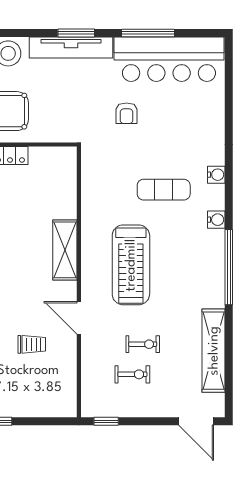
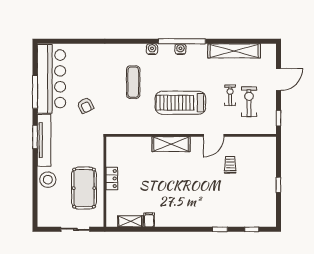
armchair: (127, 113) -> (85, 105), turned 63
water cooler: (216, 175) -> (180, 49), moved
treadmill: (131, 265) -> (180, 103), turned 180
exercise bike: (132, 374) -> (249, 102), width x1.38, depth x1.39
door: (196, 421) -> (278, 79), moved

